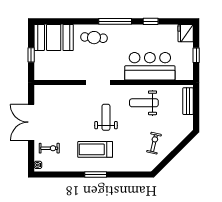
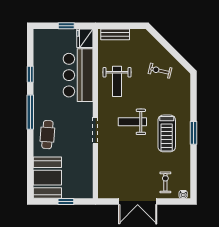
fridge: (186, 33) -> (85, 38), moved, turned 90

